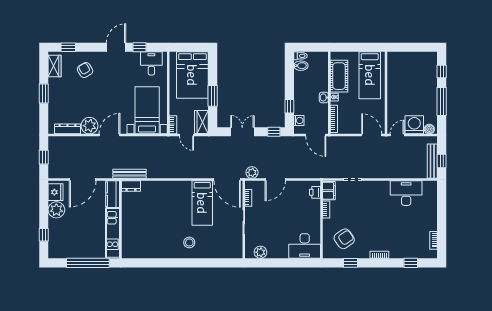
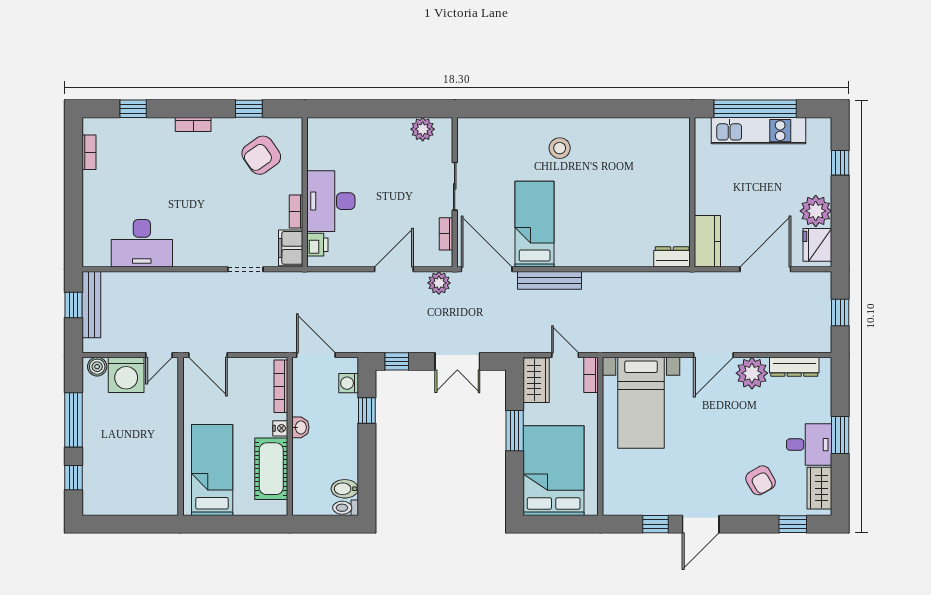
desk: (151, 63) -> (809, 445), moved, turned -90
bench: (129, 174) -> (550, 280), moved
kitchen unit: (112, 233) -> (758, 131), moved, turned 90
desk: (305, 246) -> (331, 201), moved, turned -90

